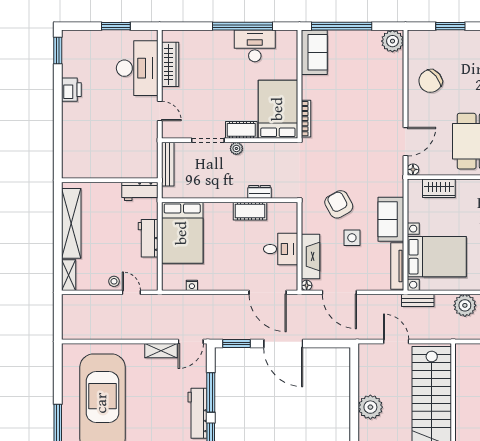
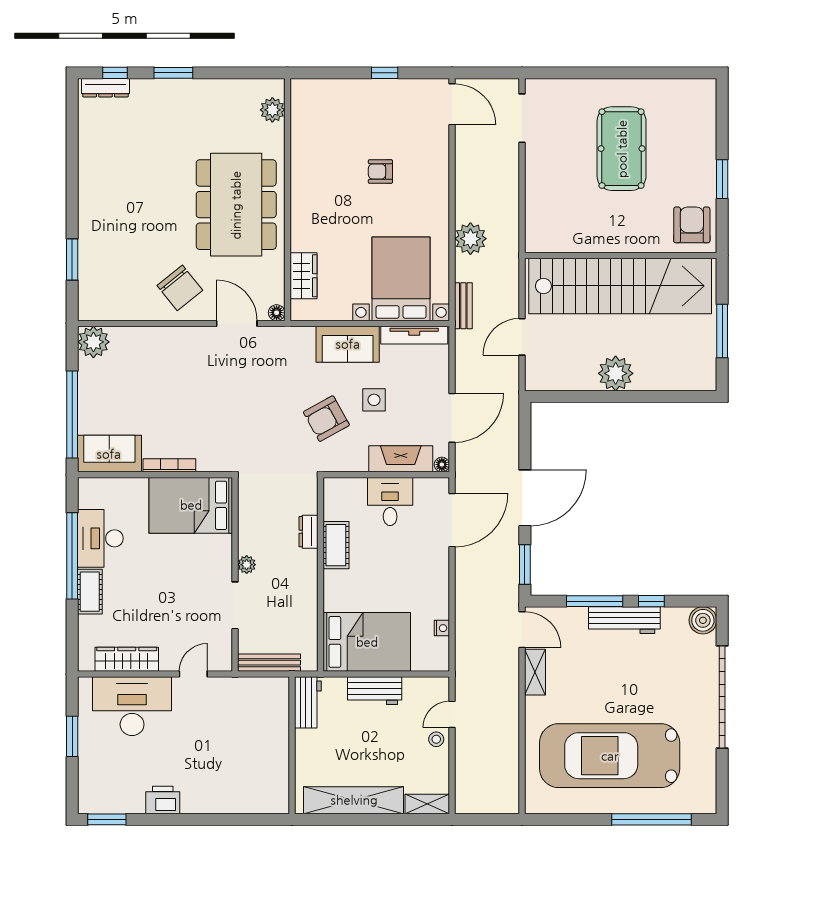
chair: (430, 81) -> (180, 288), moved
bookcase: (306, 119) -> (169, 465), moved
cot: (241, 130) -> (90, 592), moved

